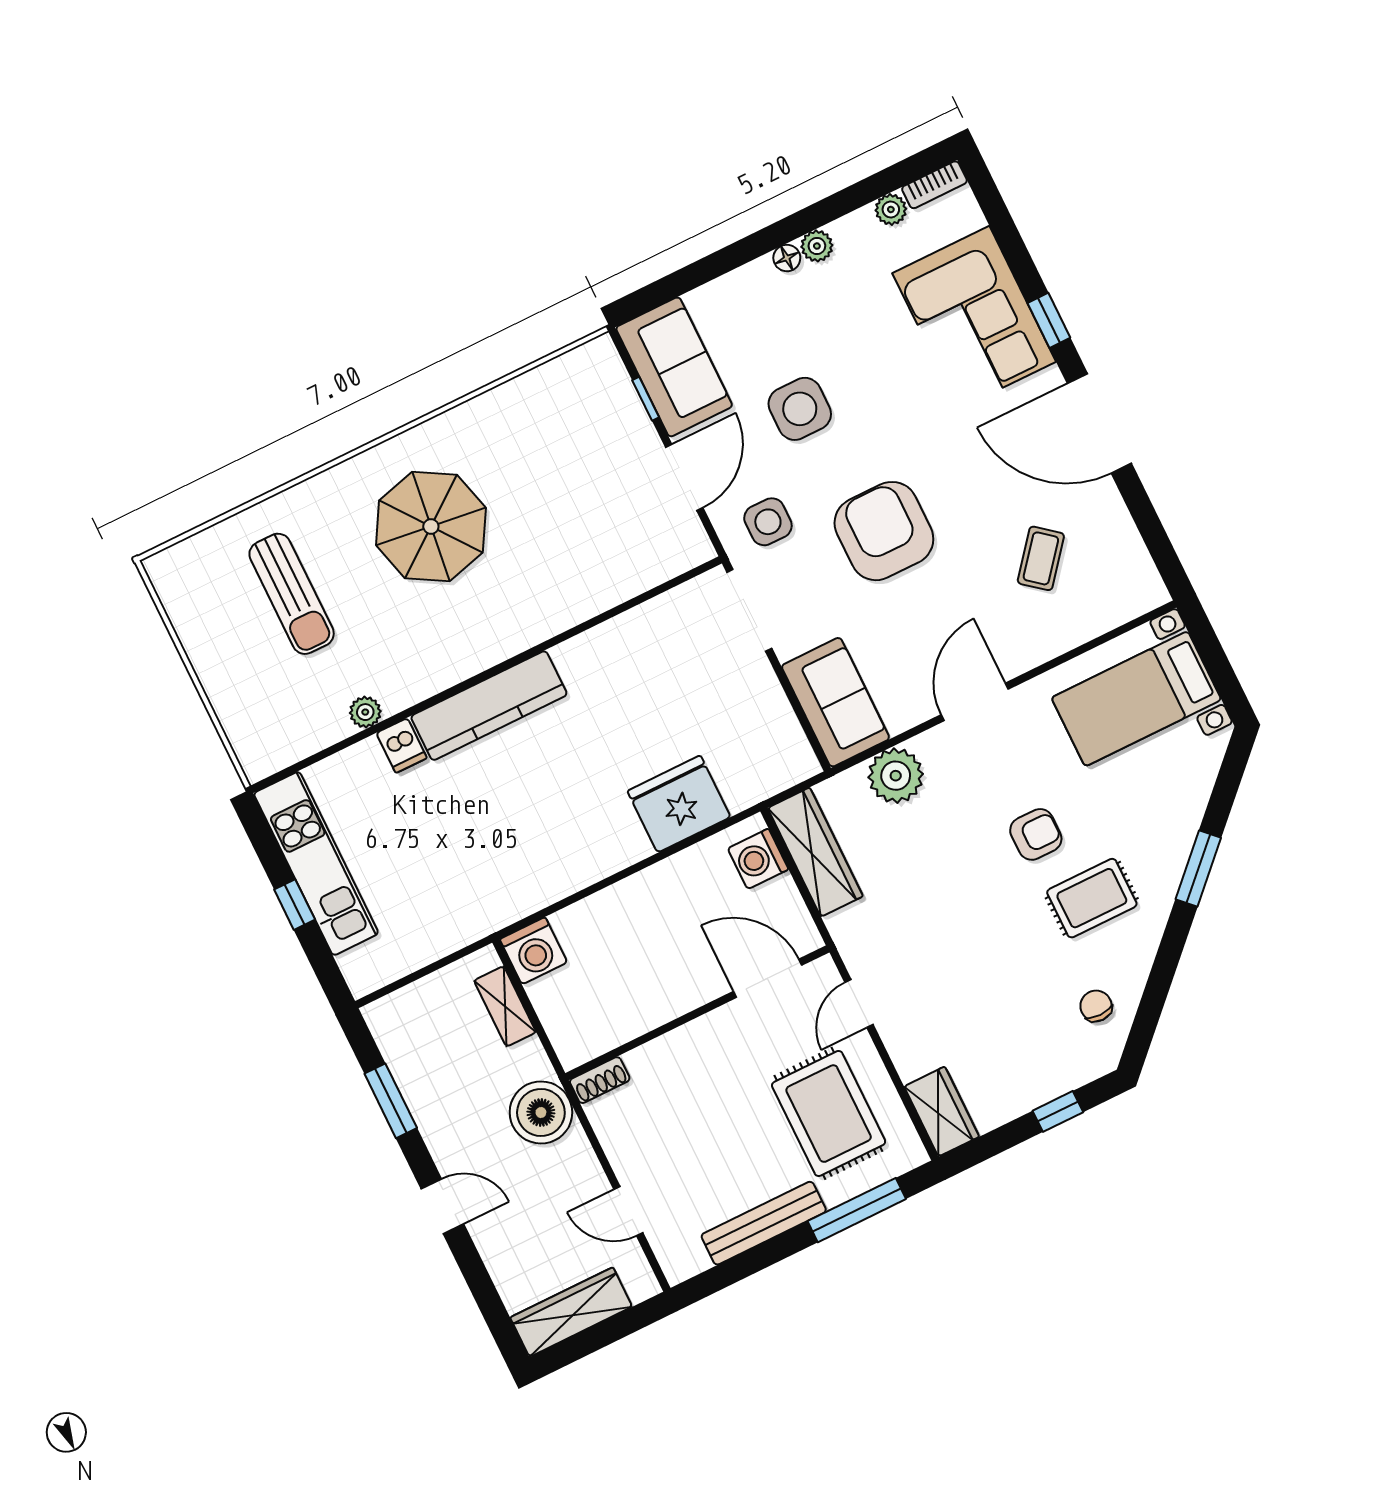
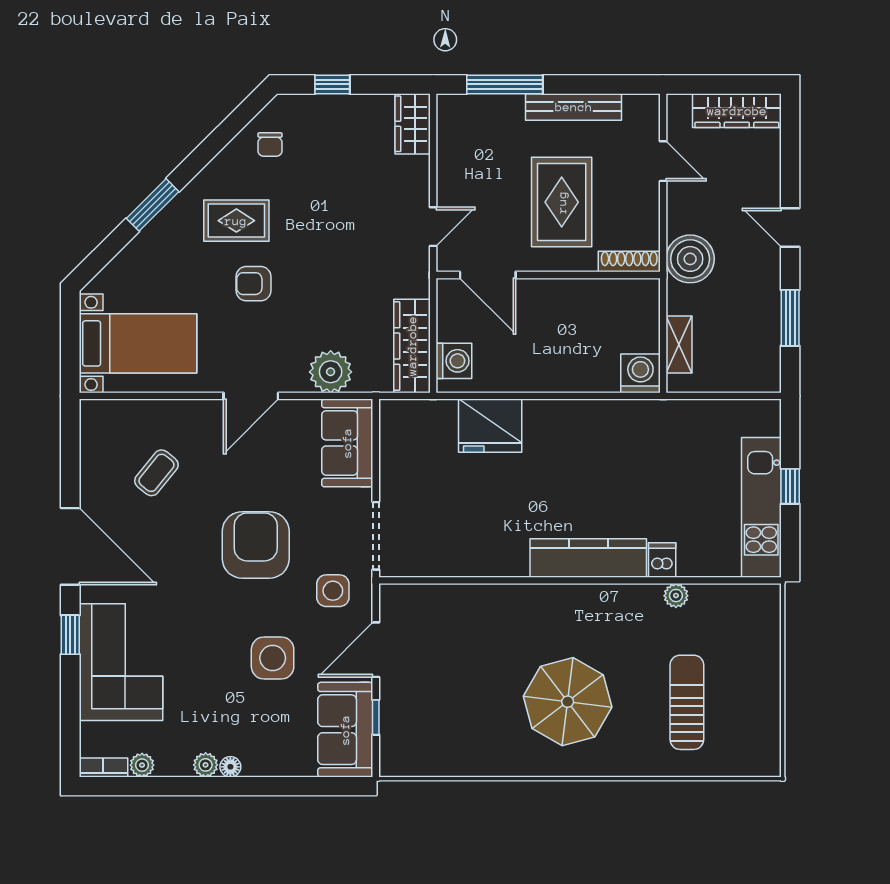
armchair: (884, 531) -> (256, 545), turned 180
shoe rack: (600, 1080) -> (629, 261), width x1.43
rug: (829, 1114) -> (562, 202), moved

